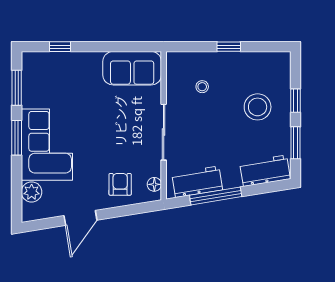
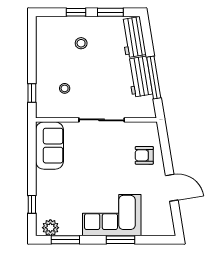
window: (229, 47) -> (32, 93), moved
stool: (258, 107) -> (81, 43), width x0.53, depth x0.53
window: (17, 138) -> (120, 240), moved
workbench: (197, 182) -> (140, 77), moved
floor lamp: (154, 184) -> (144, 127), removed
plant: (32, 192) -> (50, 228), moved

